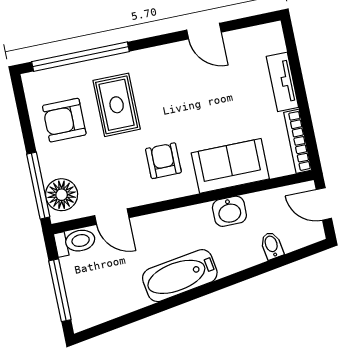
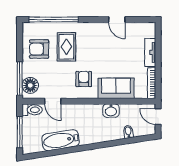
bathtub: (180, 276) -> (60, 140), moved

